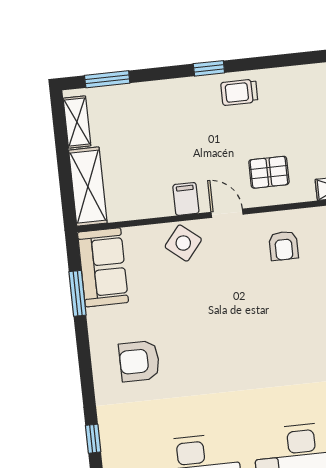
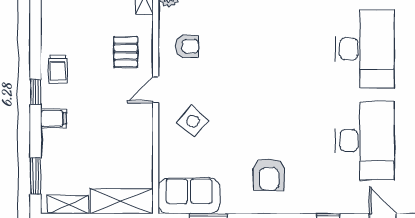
filing cabinet: (186, 199) -> (53, 119), moved, turned 180
side table: (183, 243) -> (193, 121), moved

